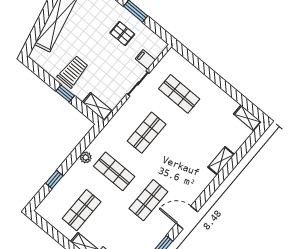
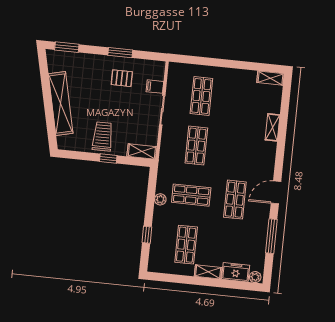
shop shelf: (179, 94) -> (201, 96), turned 90

